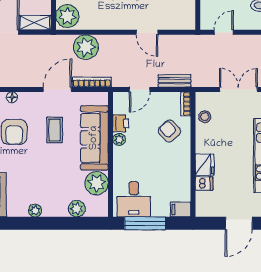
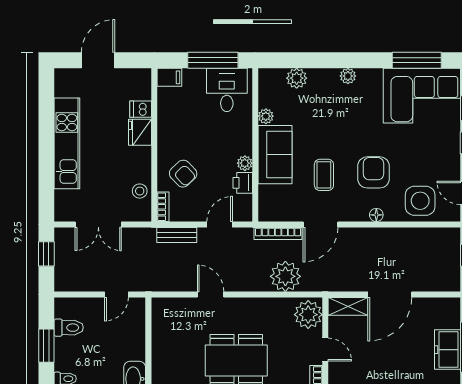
sofa: (94, 138) -> (275, 155), width x0.73
plant: (97, 183) -> (266, 116), width x0.53, depth x0.53

